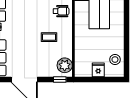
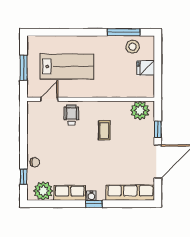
window: (126, 53) -> (124, 32), added
window: (60, 79) -> (158, 129), moved

